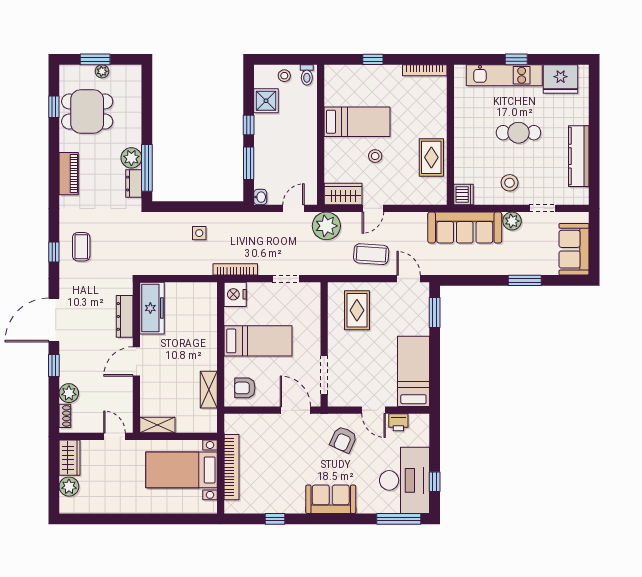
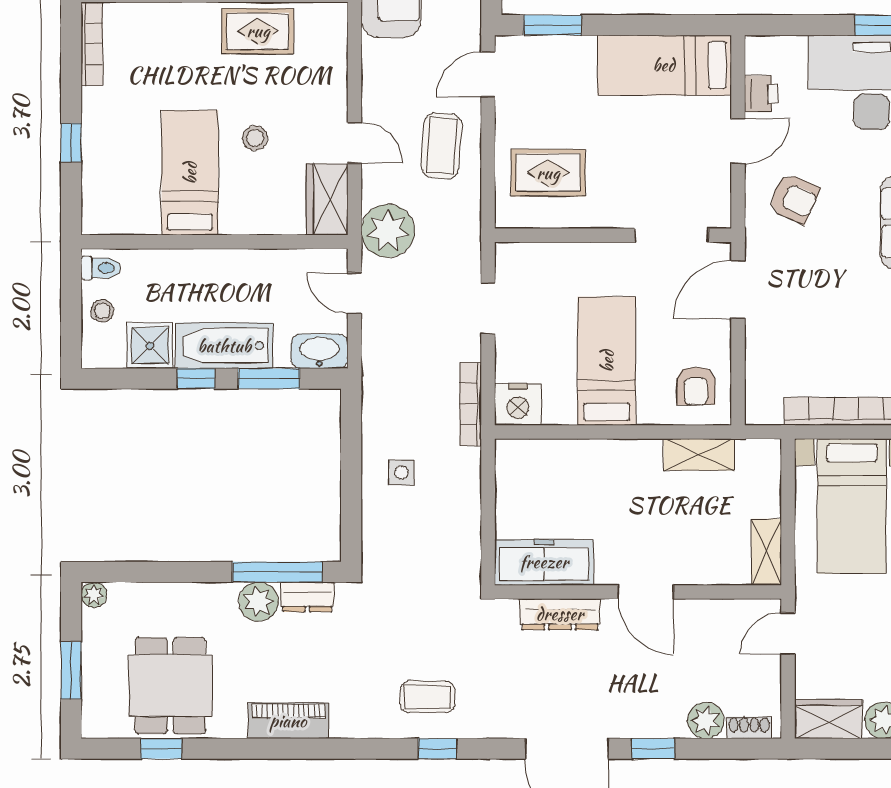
plant: (102, 71) -> (94, 595), moved
bathtub: (266, 140) -> (224, 346), added
washbasin: (260, 197) -> (319, 351), width x1.91, depth x1.45

